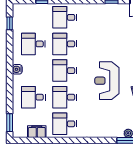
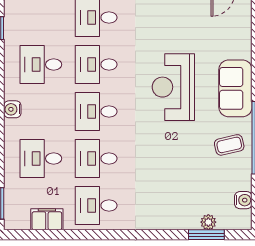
reception desk: (107, 81) -> (173, 87), moved

